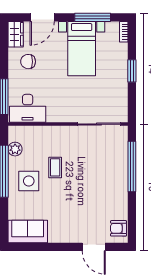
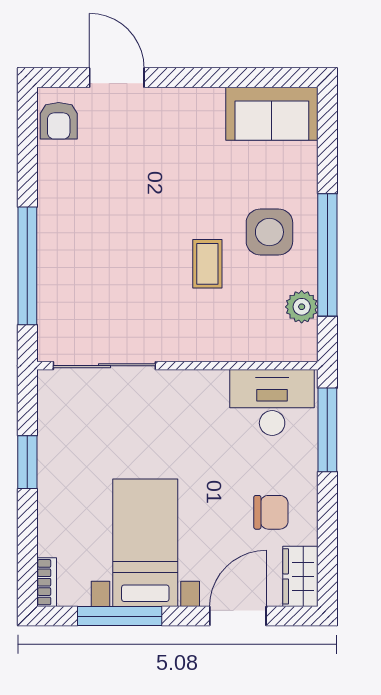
window: (132, 71) -> (27, 462), moved
armchair: (119, 228) -> (59, 121), turned 90

